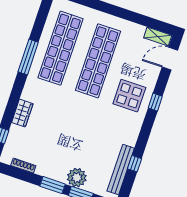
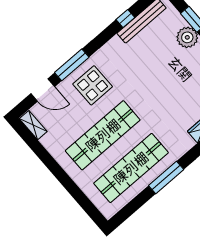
door: (170, 59) -> (43, 90), moved
window: (155, 102) -> (72, 65), width x2.17

